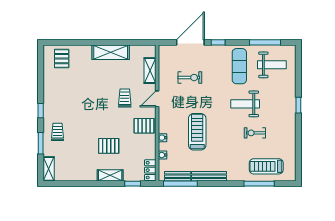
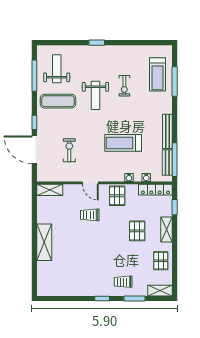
shelving: (111, 52) -> (44, 242), moved
pallet: (62, 59) -> (161, 261), moved, turned 90
shelving: (150, 71) -> (50, 190), moved
locker: (150, 170) -> (155, 190), width x1.53

